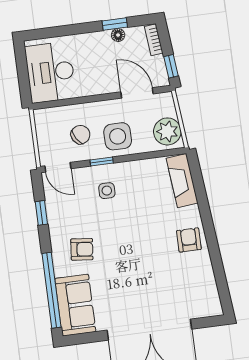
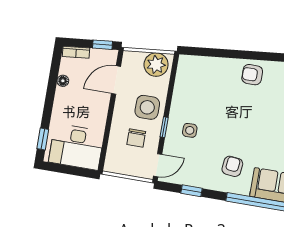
window: (115, 24) -> (43, 139), moved
chair: (80, 135) -> (136, 138), turned -148
fireplace: (182, 181) -> (201, 65), removed

